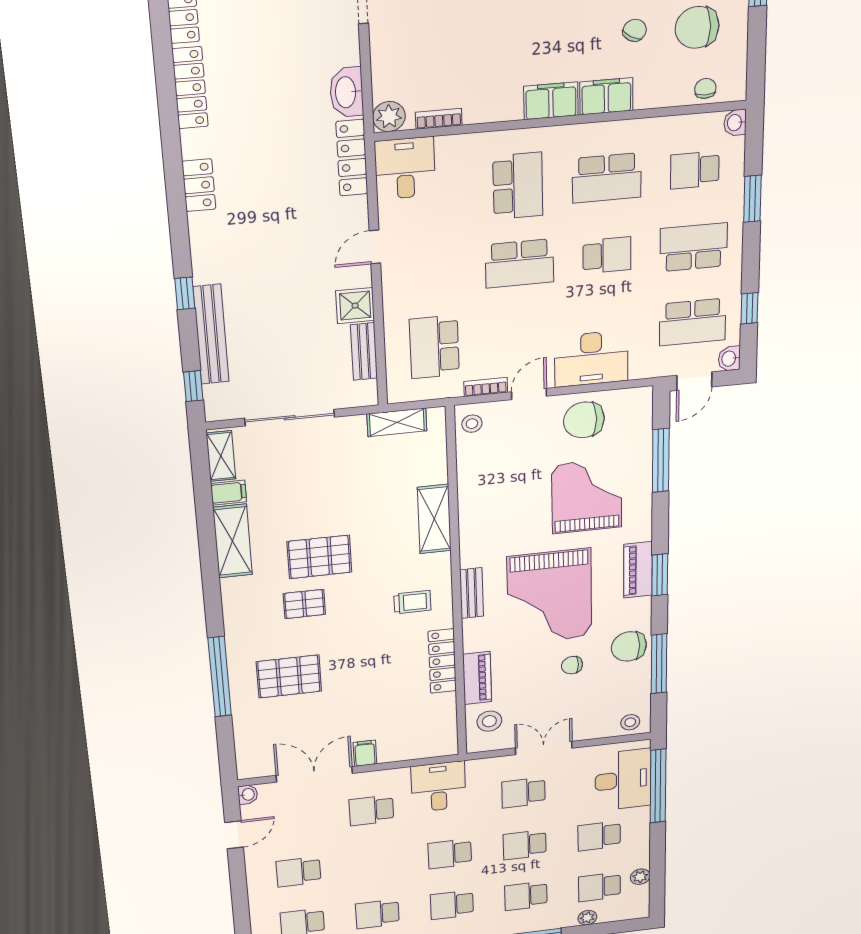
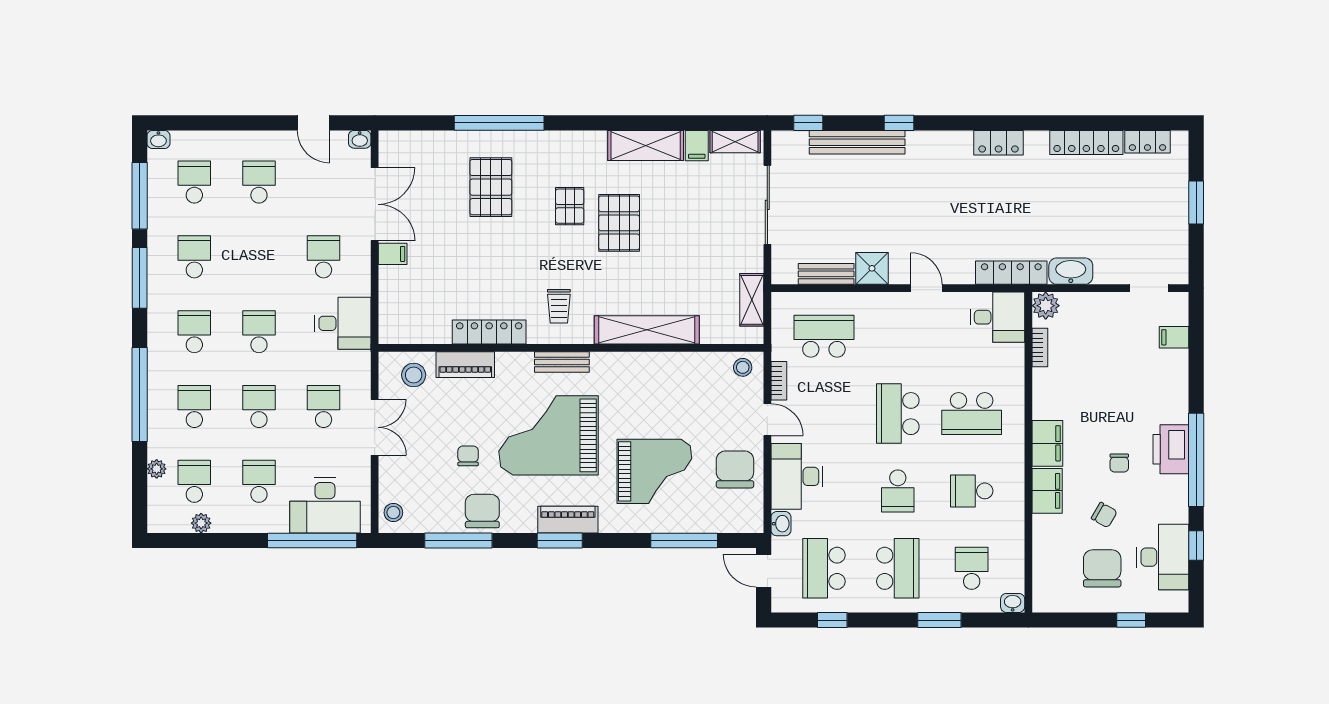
chair: (705, 88) -> (1119, 463), moved, turned 90
school desk: (607, 178) -> (972, 491), width x0.54
washbasin: (729, 359) -> (781, 524), moved, turned 90
shelving: (434, 519) -> (647, 330), width x1.47

